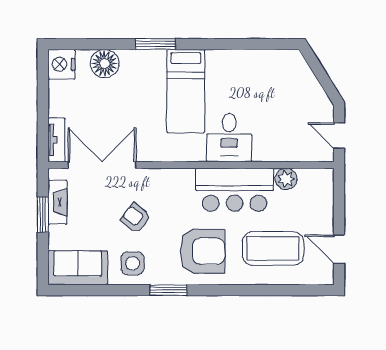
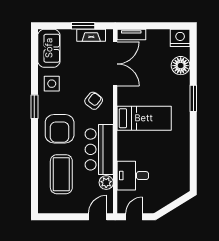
bed: (186, 91) -> (144, 118), moved, turned 180
desk: (229, 138) -> (133, 176), moved
armchair: (136, 218) -> (94, 101), moved
door: (339, 249) -> (98, 217), moved

